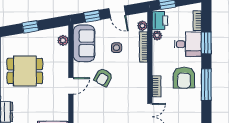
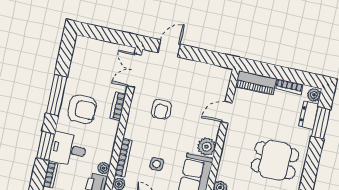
plant: (80, 70) -> (207, 147), added
armchair: (103, 77) -> (161, 109), moved, turned 150
armchair: (184, 78) -> (82, 109), turned 90
door: (71, 86) -> (226, 112), moved

